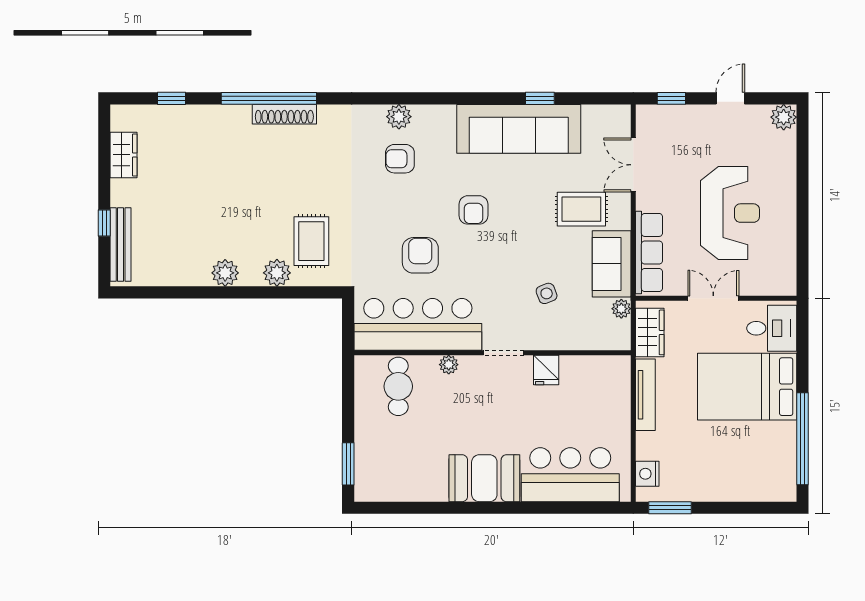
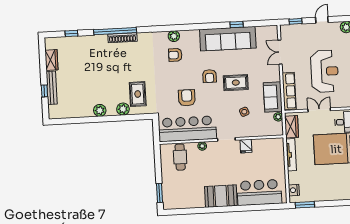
rug: (581, 209) -> (236, 83), moved
bench: (121, 245) -> (52, 88), moved

